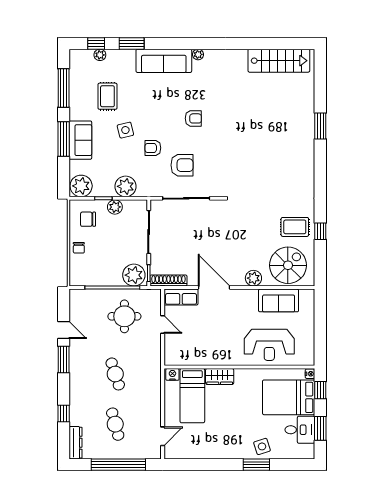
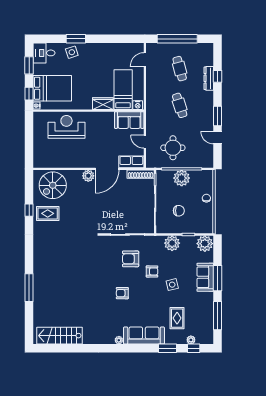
rug: (107, 96) -> (177, 318), moved
window: (320, 126) -> (29, 288), width x1.44
plant: (115, 207) -> (180, 228), removed
chair: (88, 219) -> (179, 211), moved
plant: (134, 275) -> (182, 178), moved
plant: (253, 278) -> (88, 176), moved
door: (214, 288) -> (107, 169), hinge flipped
sofa: (279, 300) -> (129, 120), moved, turned 180
desk: (300, 430) -> (44, 53), moved
dresser: (76, 443) -> (209, 78), moved

